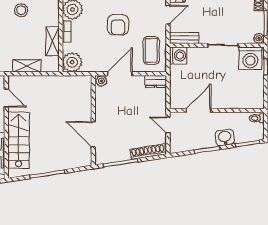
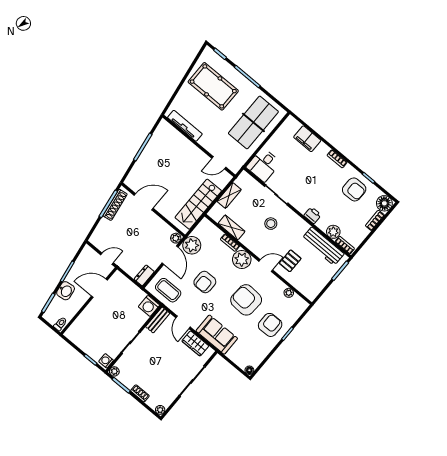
armchair: (118, 25) -> (205, 282), turned -90
washing machine: (250, 58) -> (106, 361), width x0.53, depth x0.53
plant: (72, 62) -> (192, 245), moved
door: (198, 110) -> (99, 288), swing flipped
stairs: (19, 140) -> (198, 204), moved, turned 90
shoe rack: (148, 152) -> (115, 205), moved

